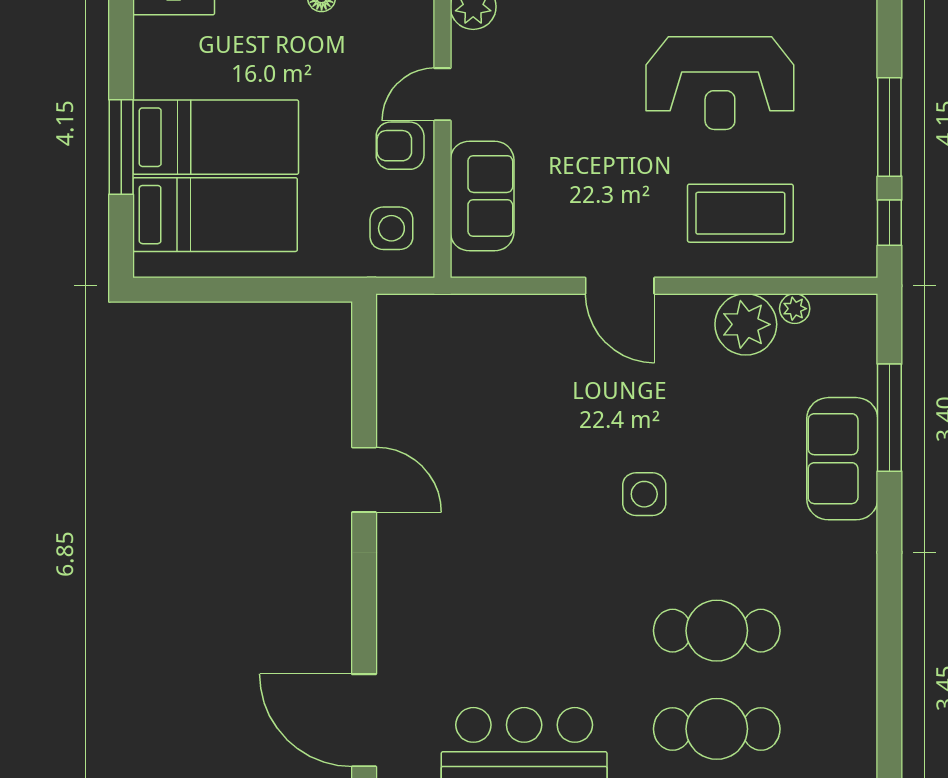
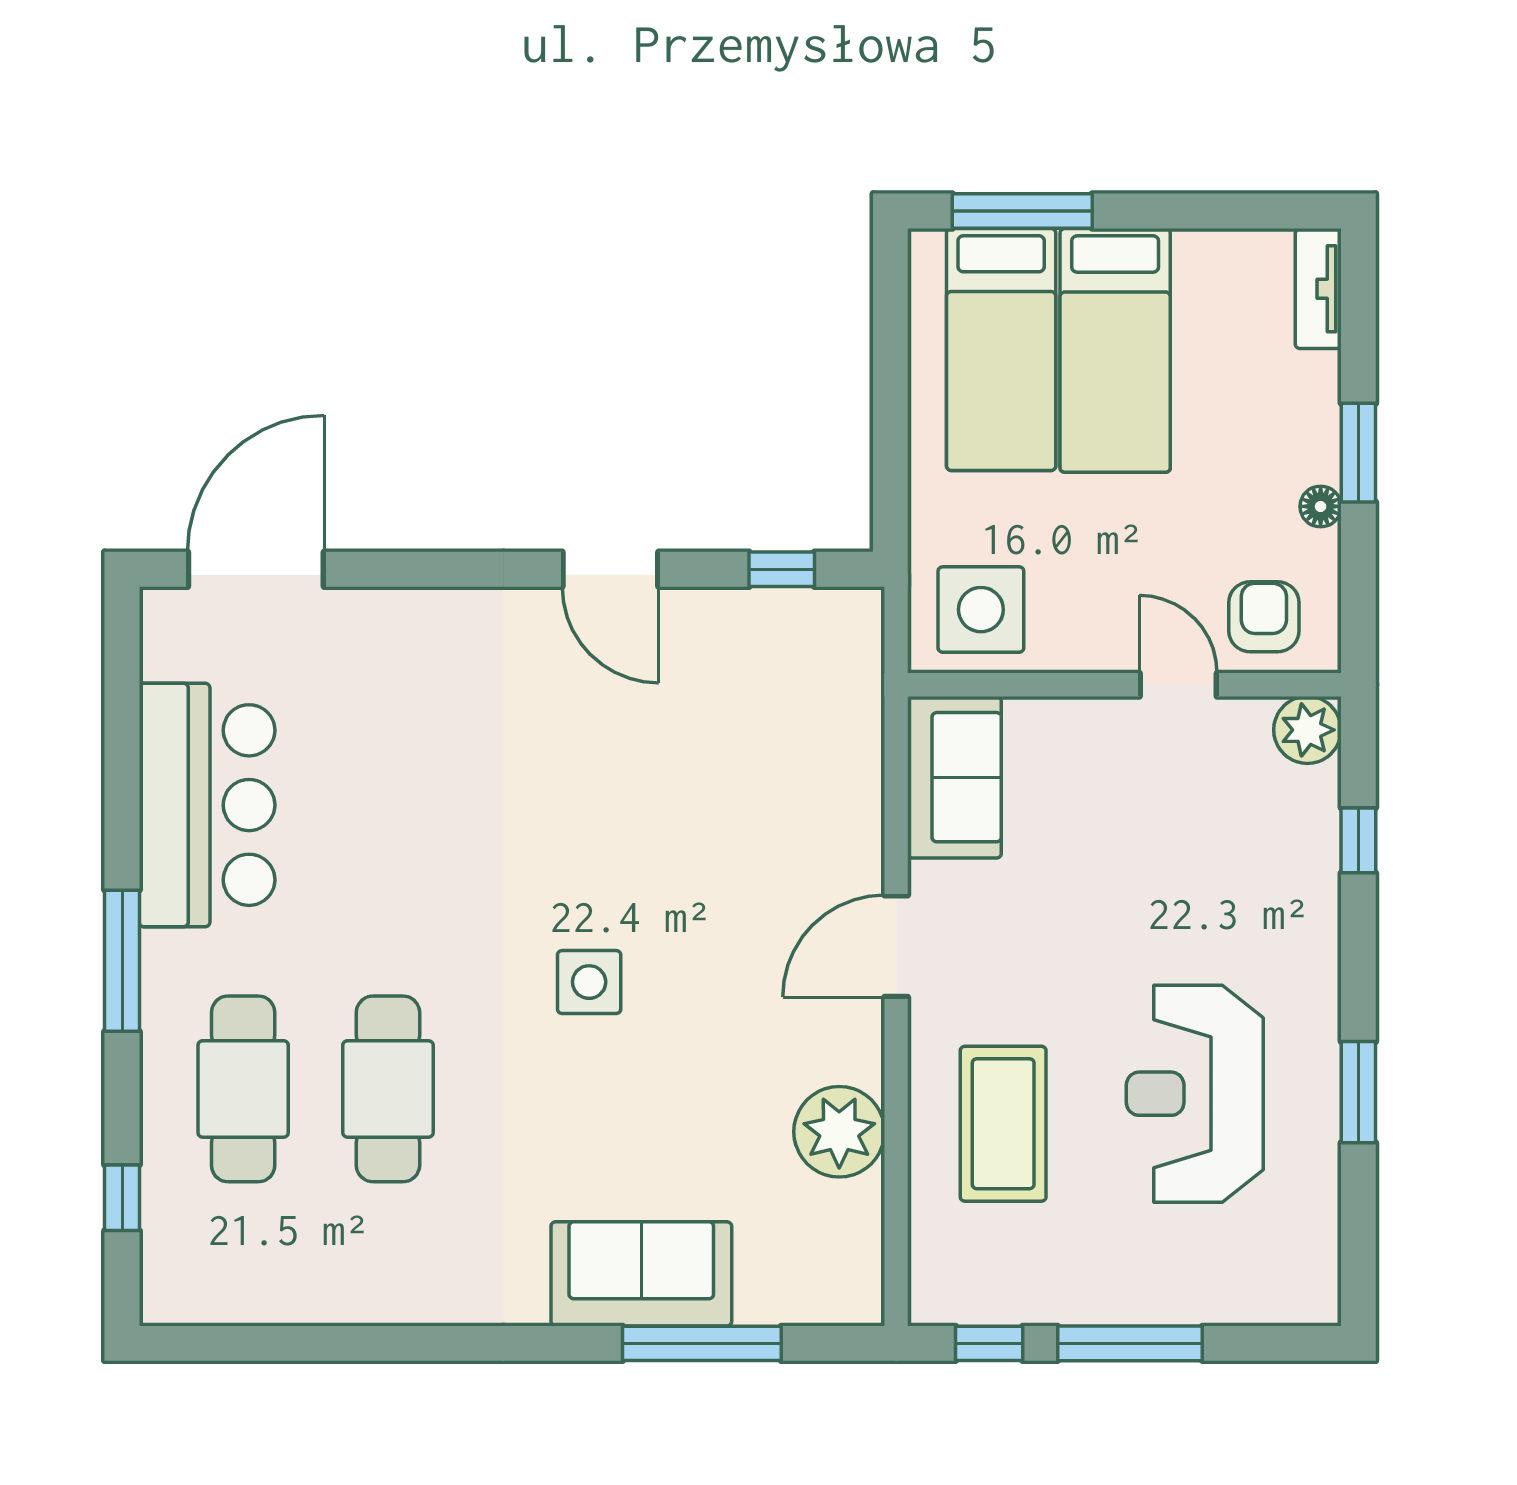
armchair: (400, 146) -> (1264, 617), moved
window: (121, 147) -> (1022, 211), moved
sofa: (482, 196) -> (954, 777), moved, turned -90
side table: (391, 228) -> (981, 610), width x1.37, depth x1.37
plant: (795, 309) -> (863, 1204), removed
window: (364, 363) -> (782, 569), added
door: (364, 480) -> (610, 569), hinge flipped

